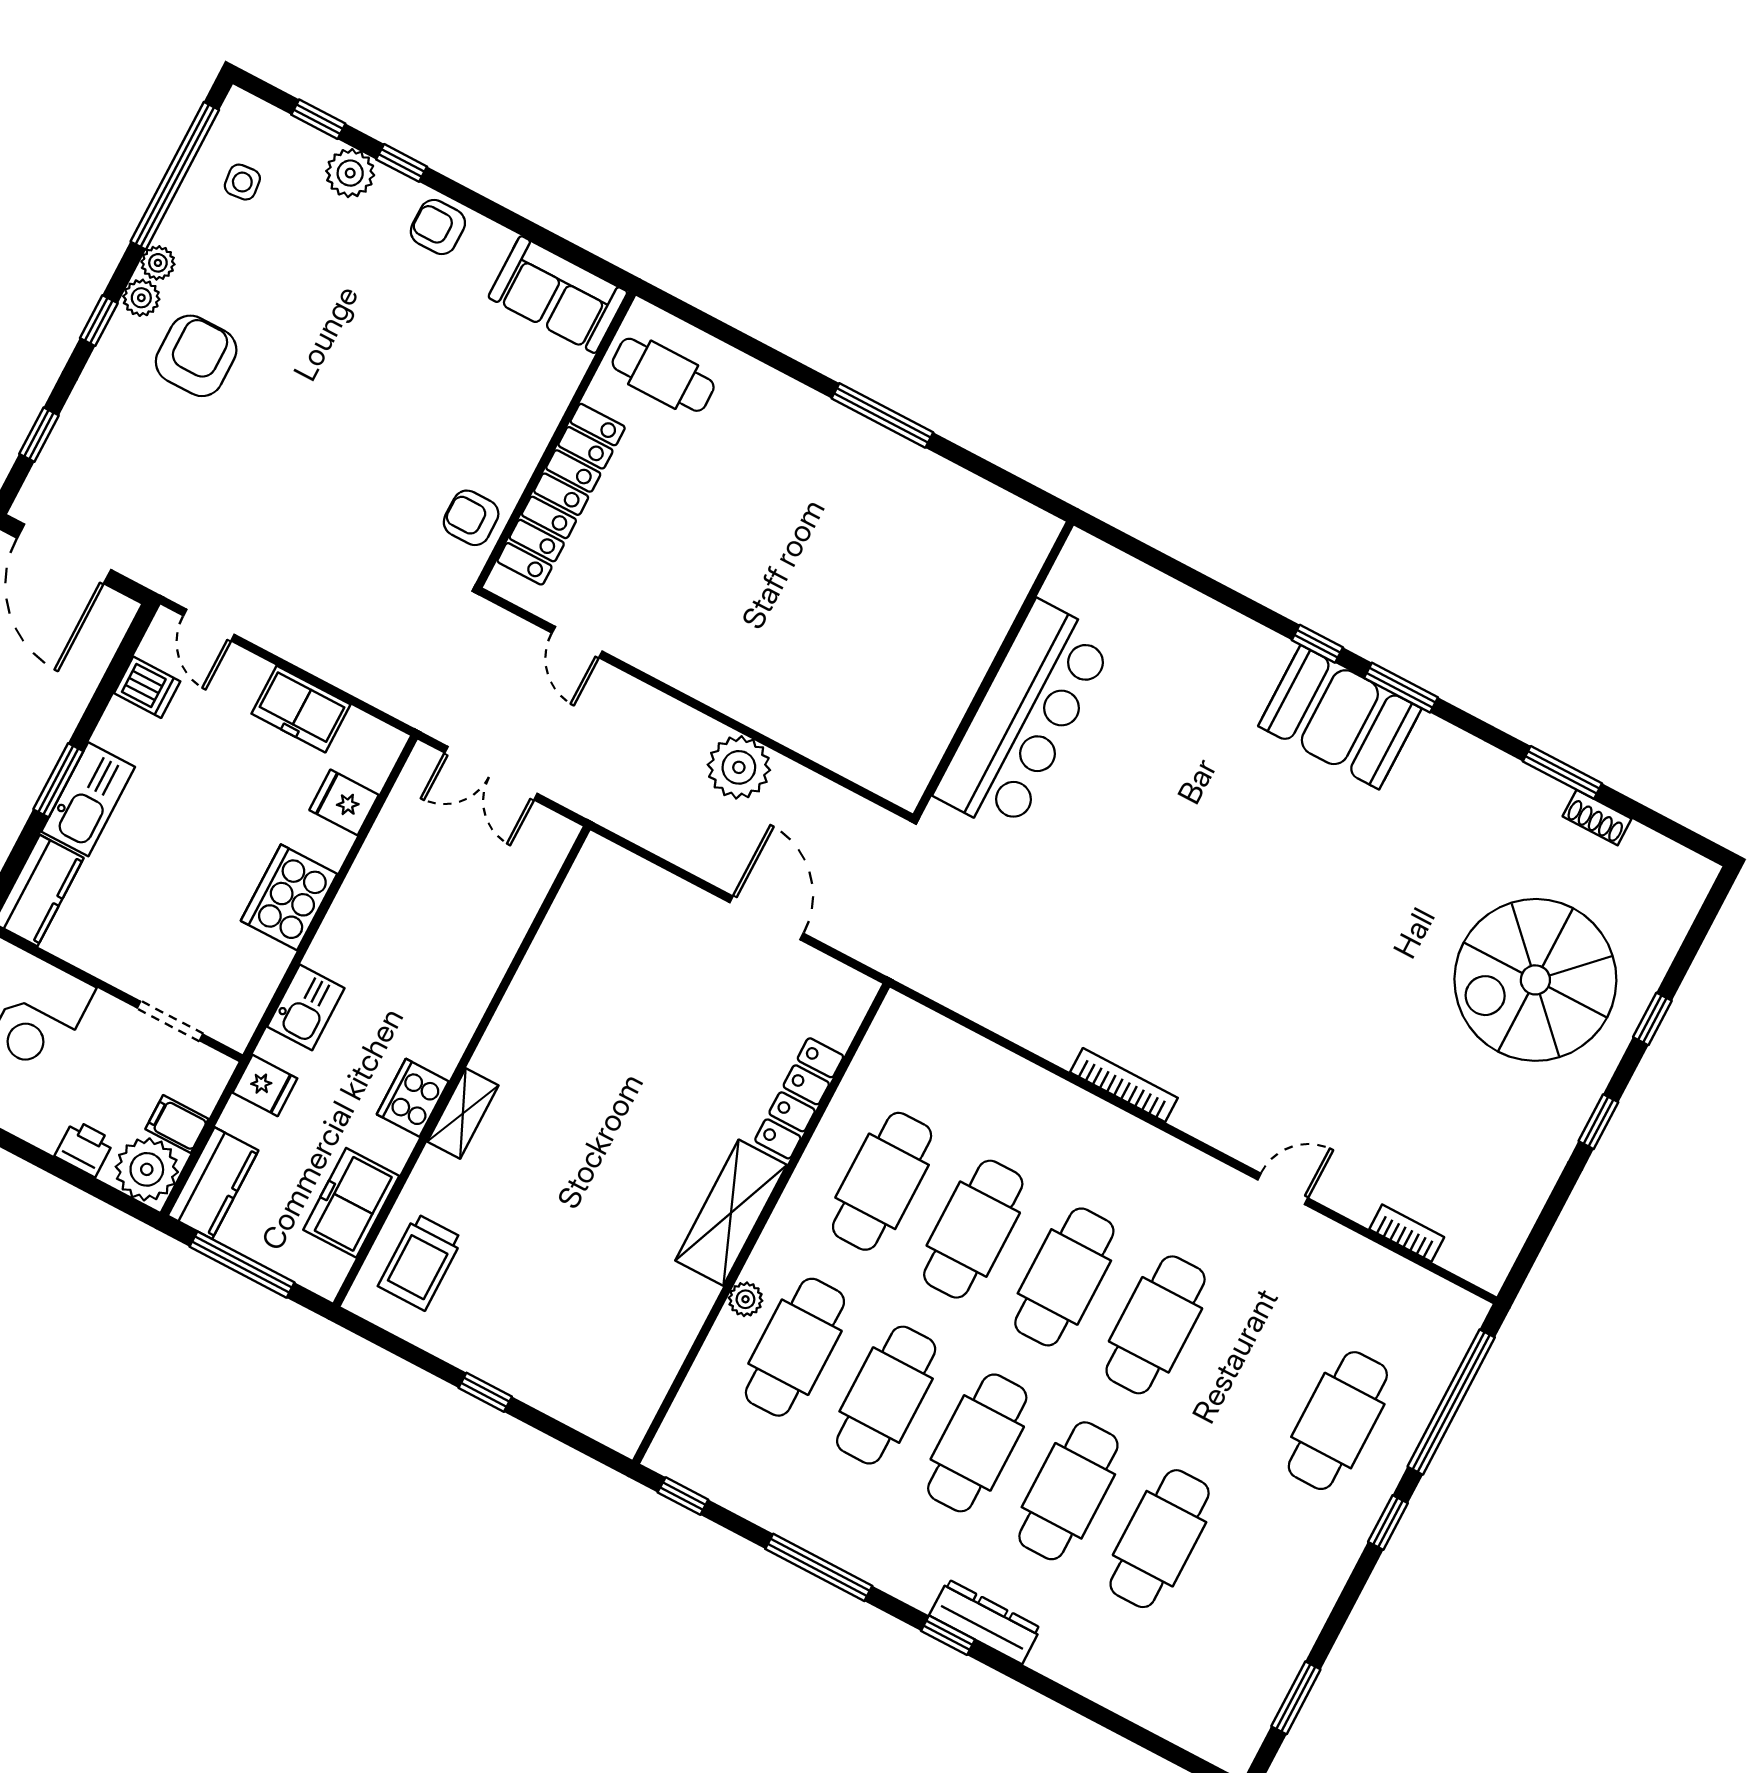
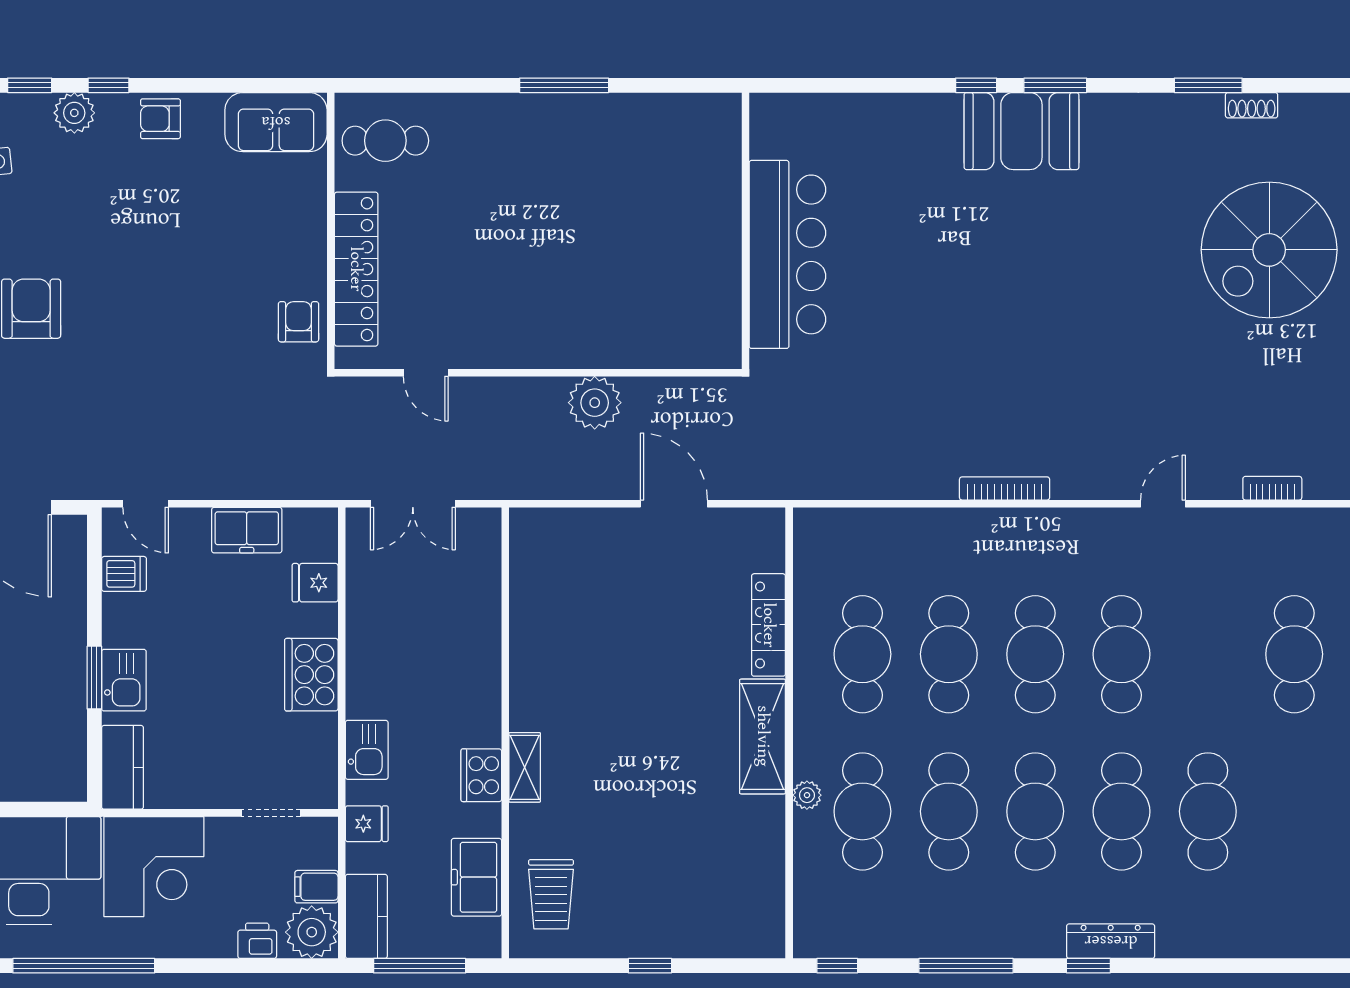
armchair: (471, 518) -> (299, 322), turned 90
kitchen sink: (88, 799) -> (124, 680), width x0.73

